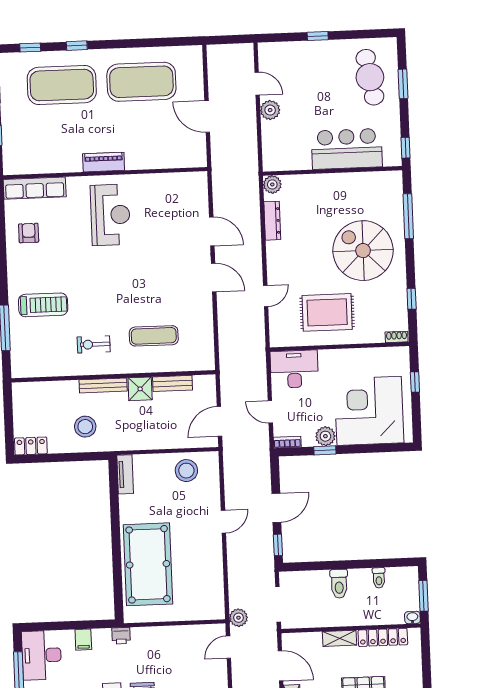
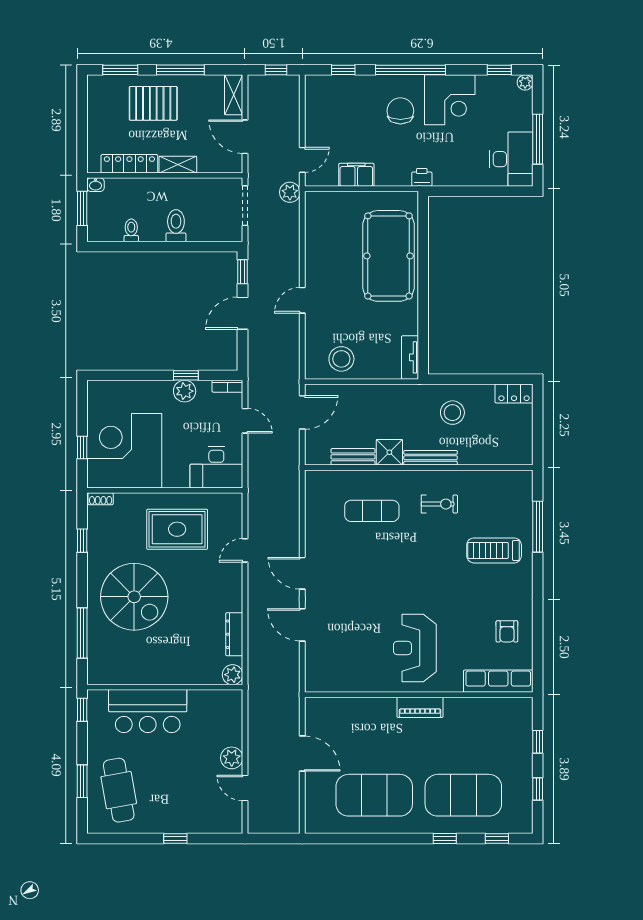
corner desk: (369, 411) -> (124, 451), moved, turned 180
filing cabinet: (83, 640) -> (356, 175), moved, width x2.00

